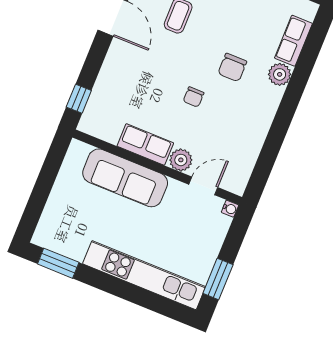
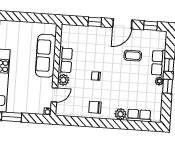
chair: (232, 67) -> (95, 107), moved
window: (79, 99) -> (95, 22), moved
door: (203, 186) -> (54, 95), hinge flipped

